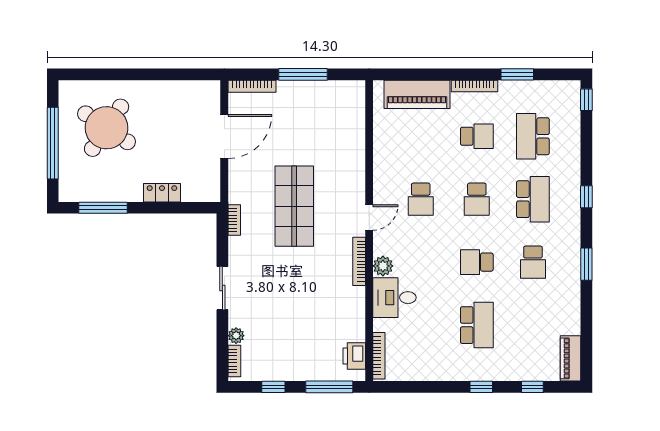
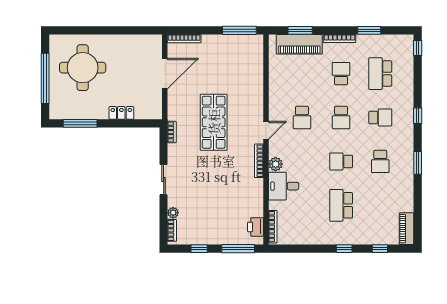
window: (303, 74) -> (239, 30), moved
window: (418, 74) -> (300, 30), added
round table: (107, 128) -> (83, 68), turned -34
school desk: (477, 136) -> (341, 74), turned -90
school desk: (533, 199) -> (380, 117), width x0.54
school desk: (477, 325) -> (341, 205), turned 180

